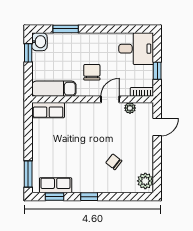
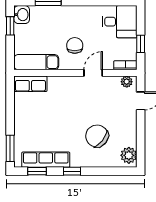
plant: (130, 108) -> (127, 82), moved
chair: (114, 162) -> (97, 136), width x1.87, depth x1.87
row of seats: (56, 185) -> (46, 160), width x1.48

